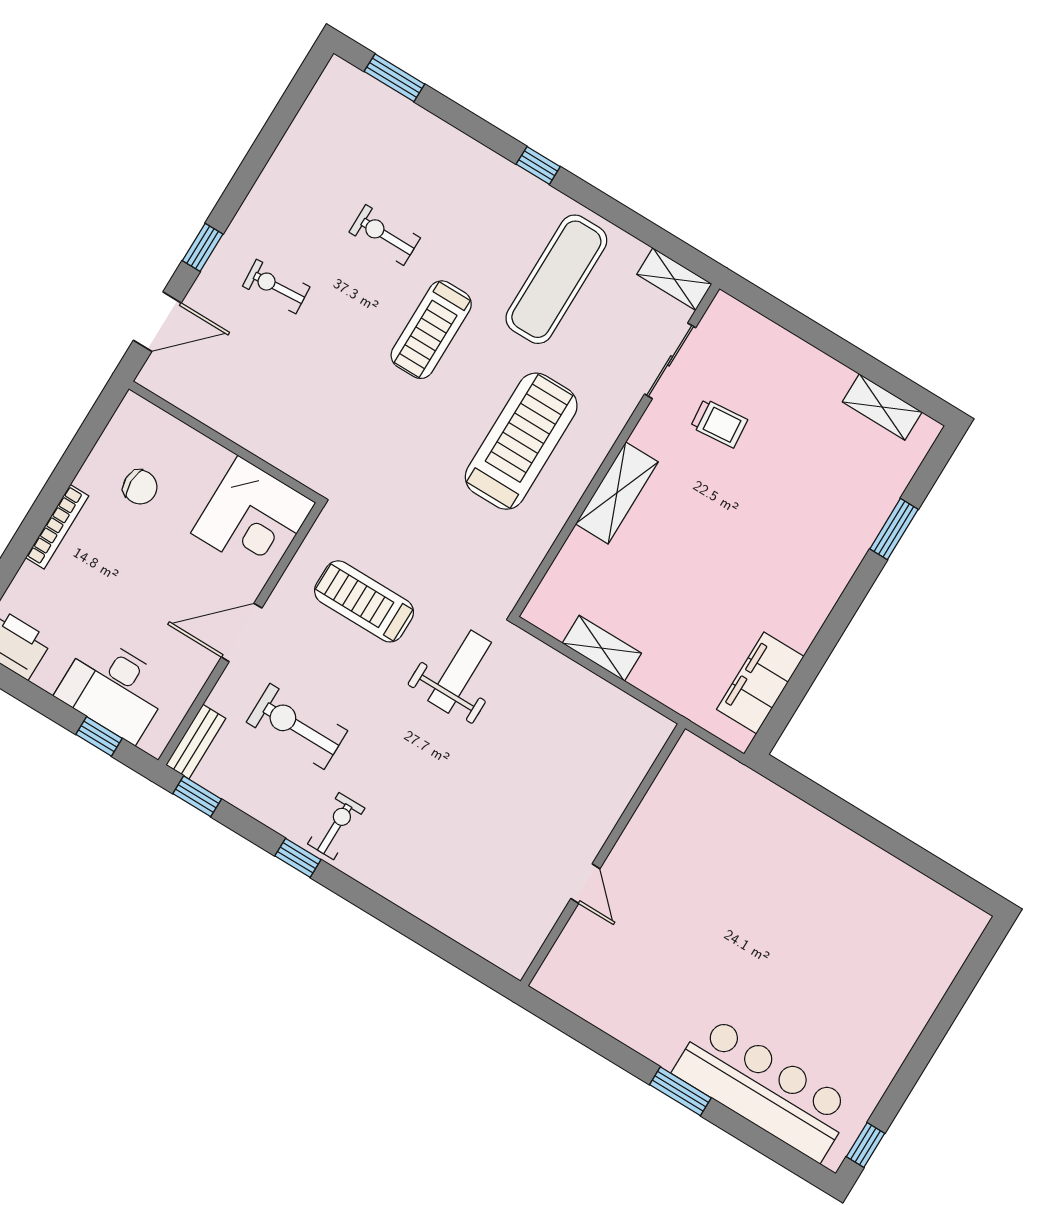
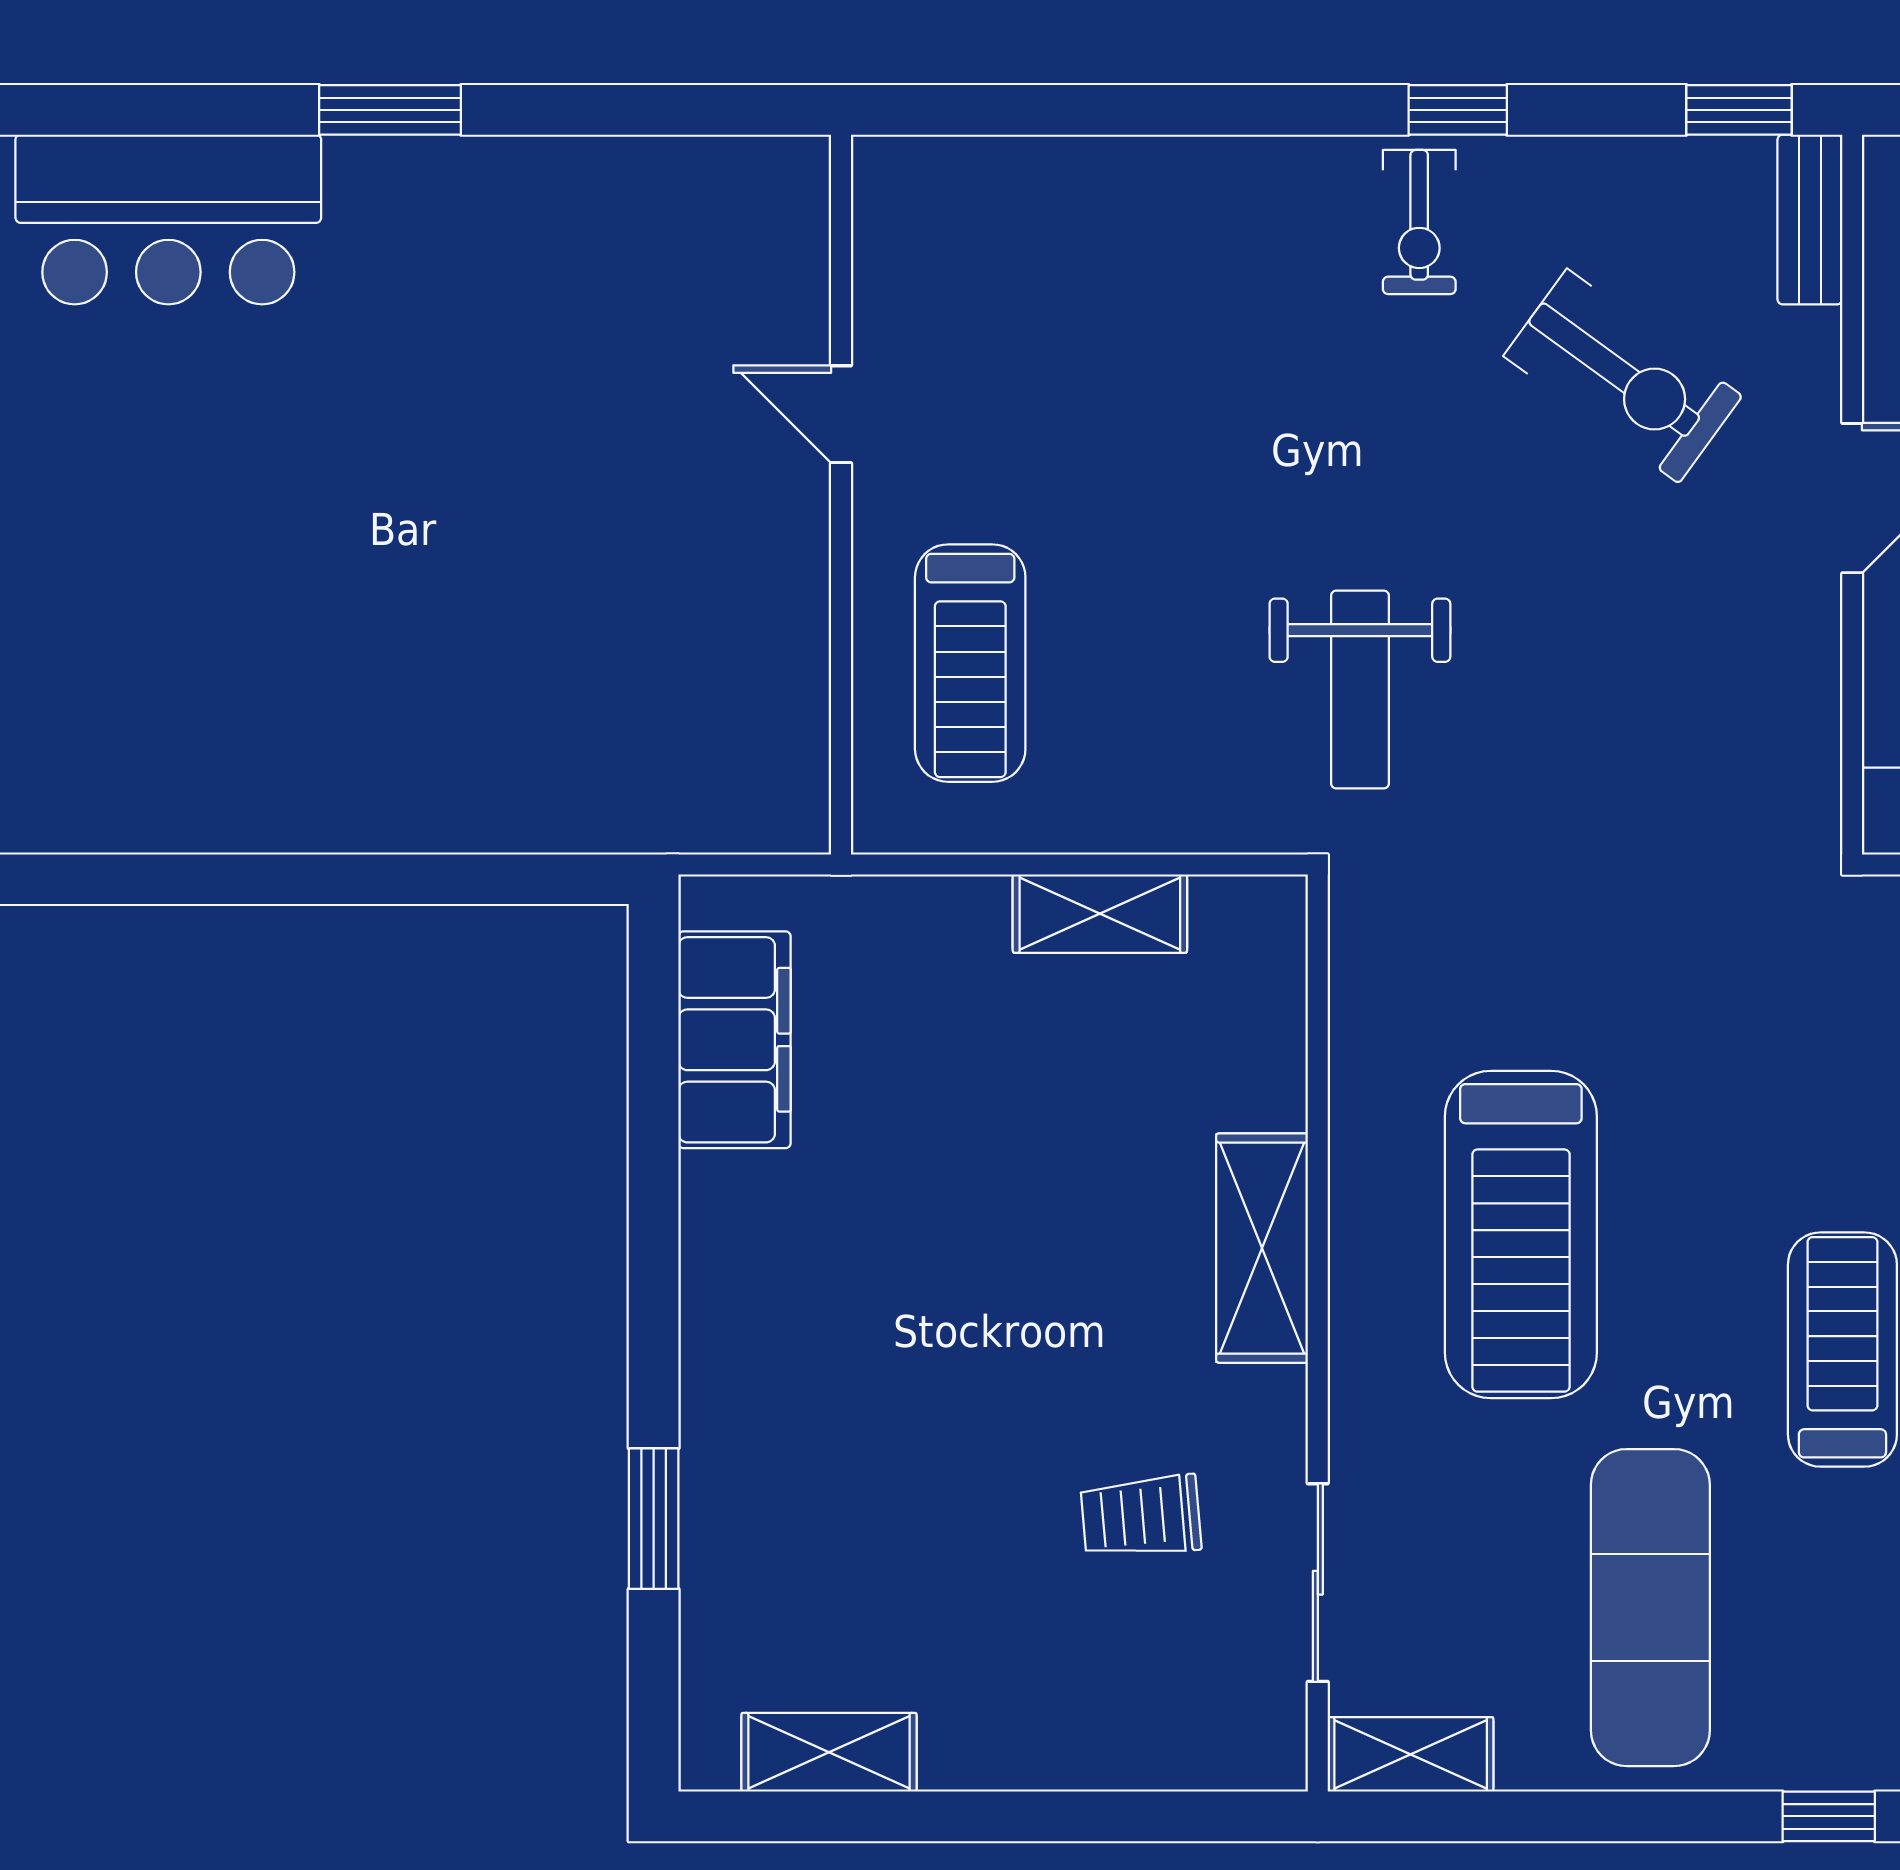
treadmill: (364, 601) -> (970, 663), moved, turned 90
exercise bike: (297, 726) -> (1623, 376), turned 36
bar counter: (764, 1088) -> (168, 219), width x0.73

